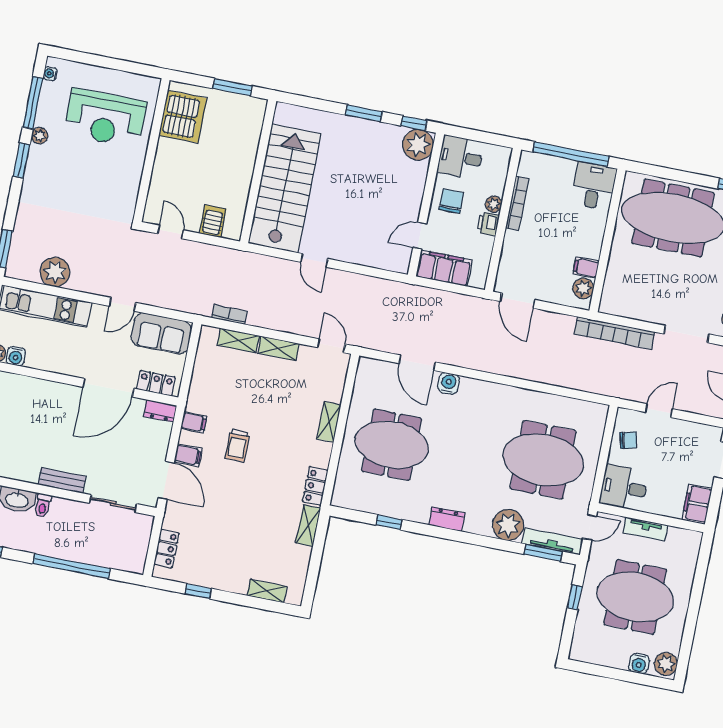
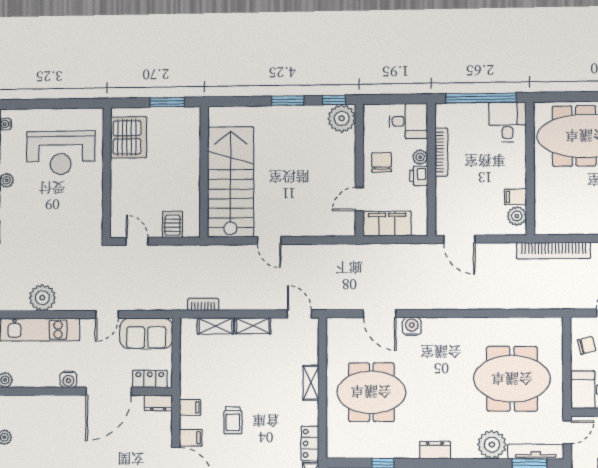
desk: (461, 157) -> (408, 121), moved, turned 180
water cooler: (16, 356) -> (68, 379), moved

